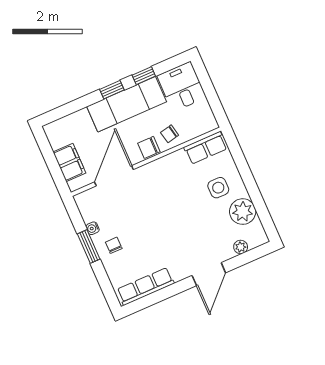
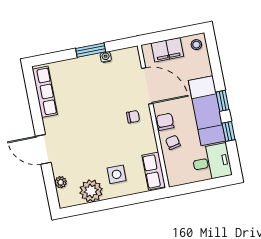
stool: (57, 132) -> (196, 45), added
chair: (114, 245) -> (133, 117), moved

